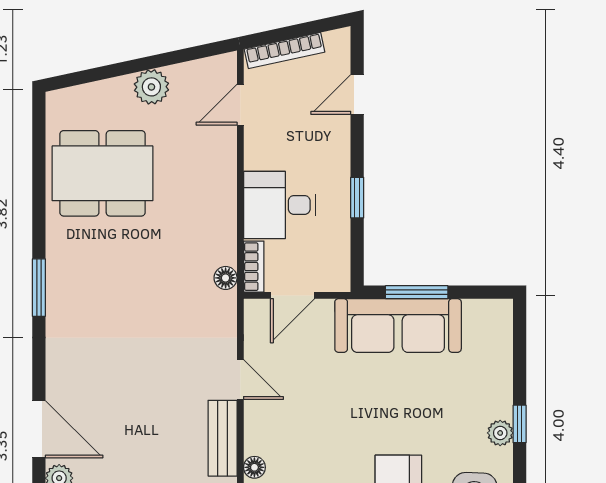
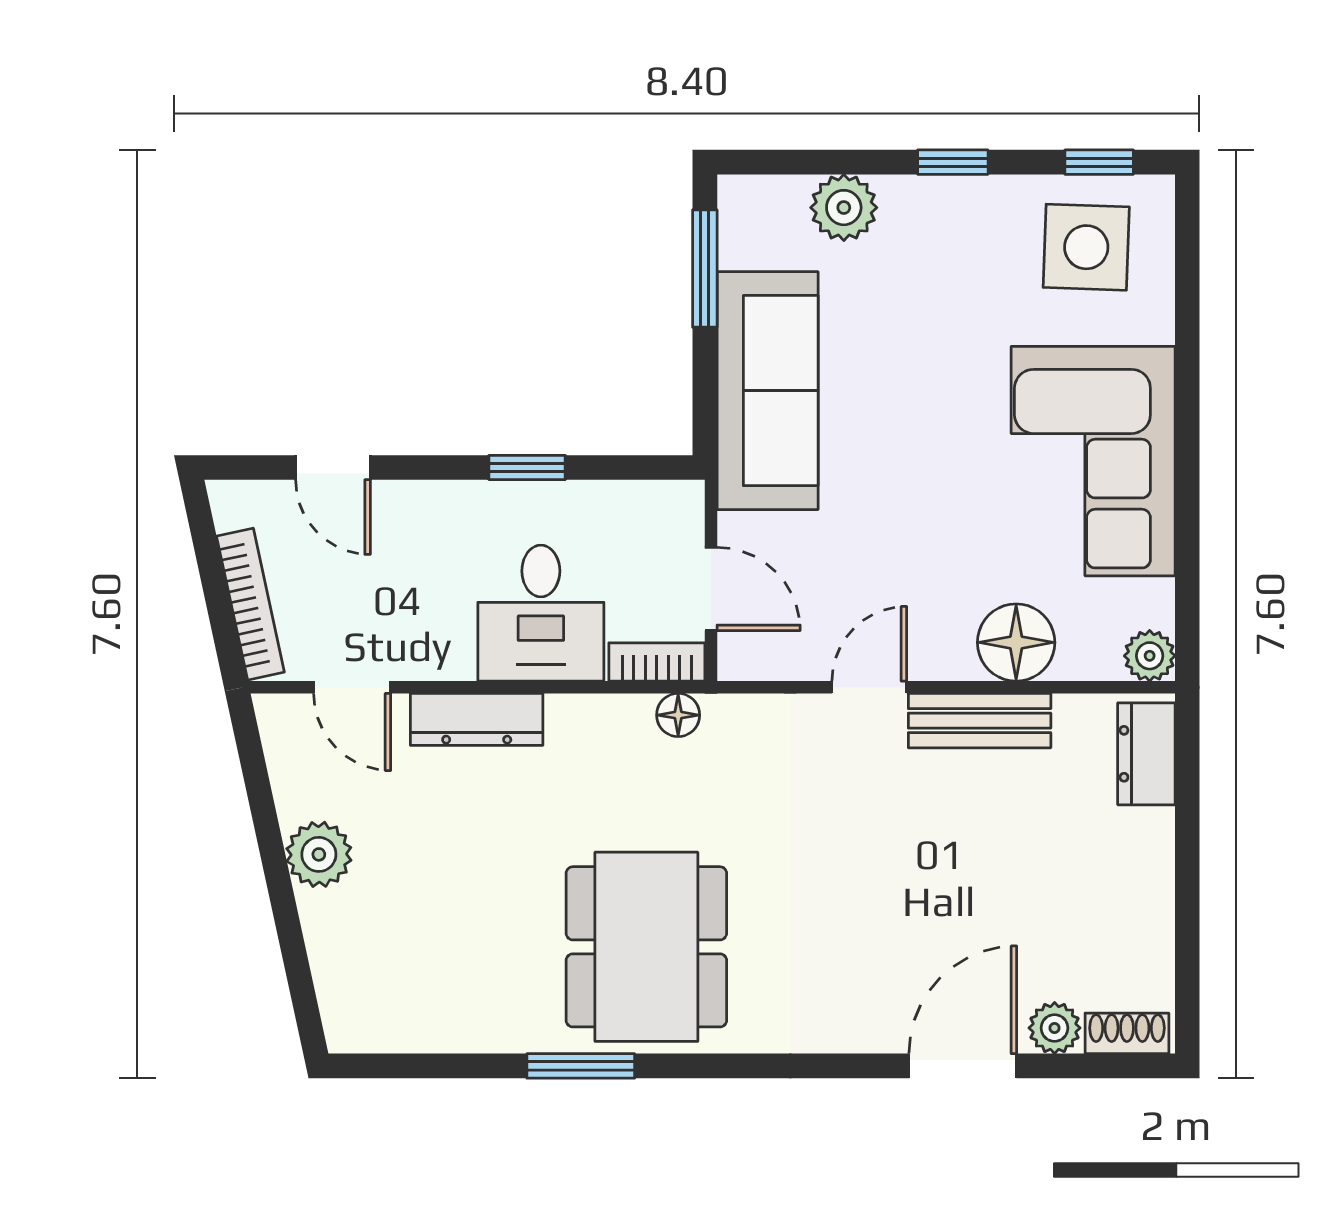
dresser: (223, 171) -> (477, 719), added
dining table: (103, 173) -> (646, 947), moved
window: (39, 288) -> (581, 1066), moved
window: (417, 292) -> (705, 269), moved
plant: (500, 433) -> (844, 208), moved, width x1.38, depth x1.38
floor lamp: (254, 467) -> (1016, 642), width x1.89, depth x1.89

